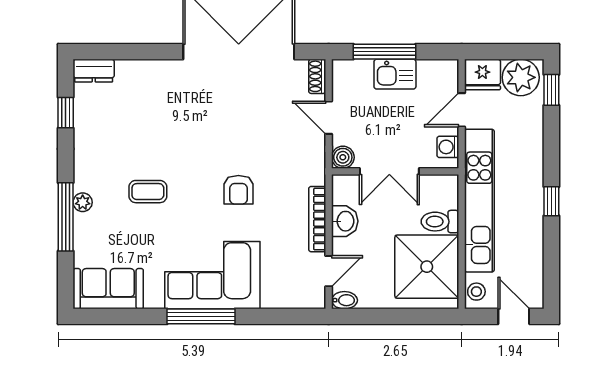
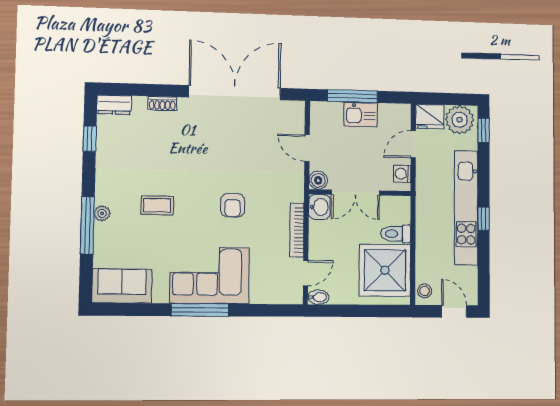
shoe rack: (317, 76) -> (162, 103), moved, turned -90
kitchen unit: (479, 201) -> (466, 208), moved, turned 180
washbasin: (345, 221) -> (319, 207), moved

